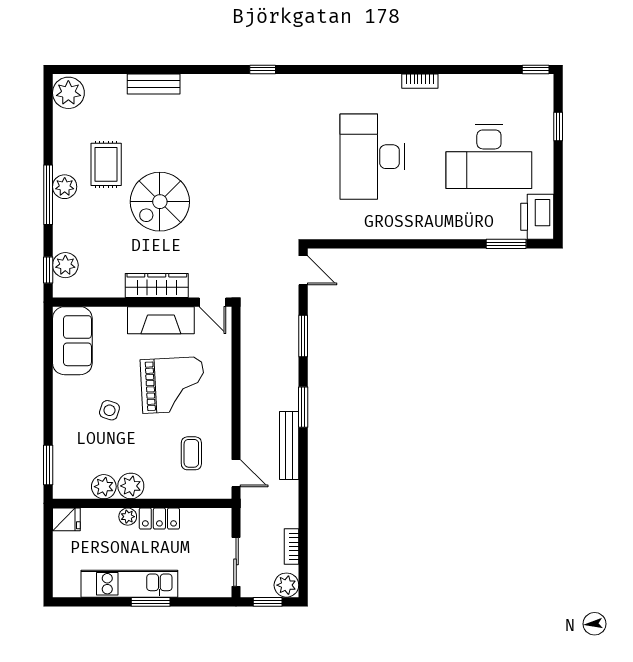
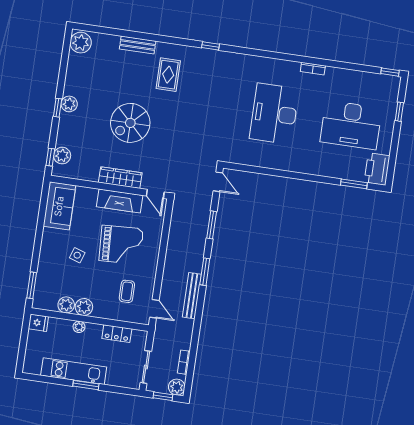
rug: (106, 164) -> (168, 75), moved
window: (48, 195) -> (58, 108), width x0.46
locker: (159, 519) -> (117, 334), moved

